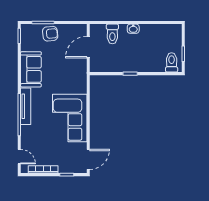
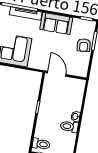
toilet: (112, 34) -> (69, 127), moved
door: (88, 47) -> (57, 74), moved

